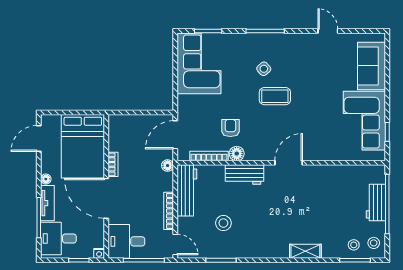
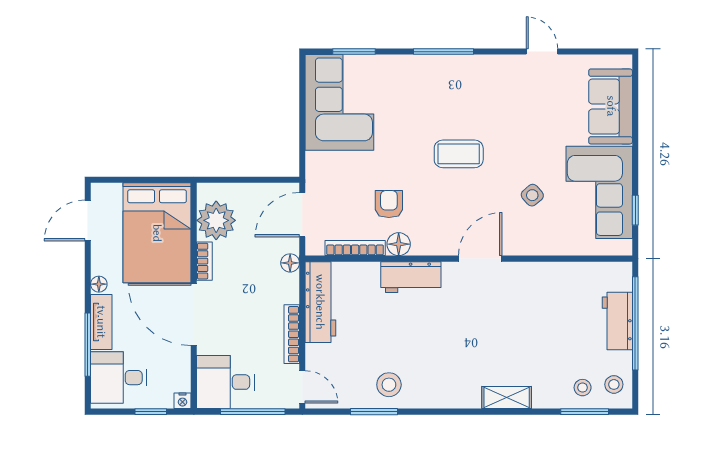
side table: (264, 69) -> (532, 195), moved
plant: (121, 138) -> (216, 220), added
stool: (223, 223) -> (389, 385), moved

